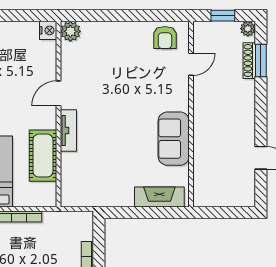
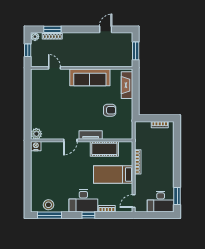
armchair: (165, 38) -> (110, 110), moved
door: (58, 93) -> (70, 140), hinge flipped
sofa: (174, 139) -> (90, 77), width x1.36
window: (222, 213) -> (136, 51), added

